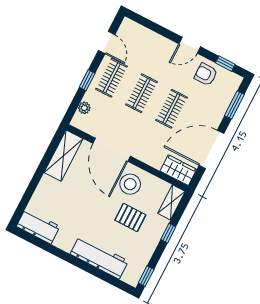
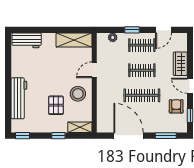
clothes rail: (171, 109) -> (142, 95), width x1.36
door: (112, 150) -> (94, 70), width x0.53
wardrobe: (178, 170) -> (180, 64), moved, turned 180
workbench: (38, 226) -> (27, 40), moved, turned 90

